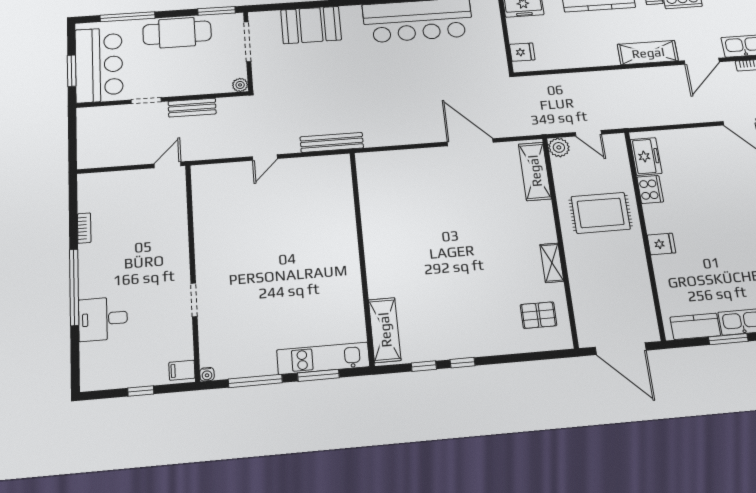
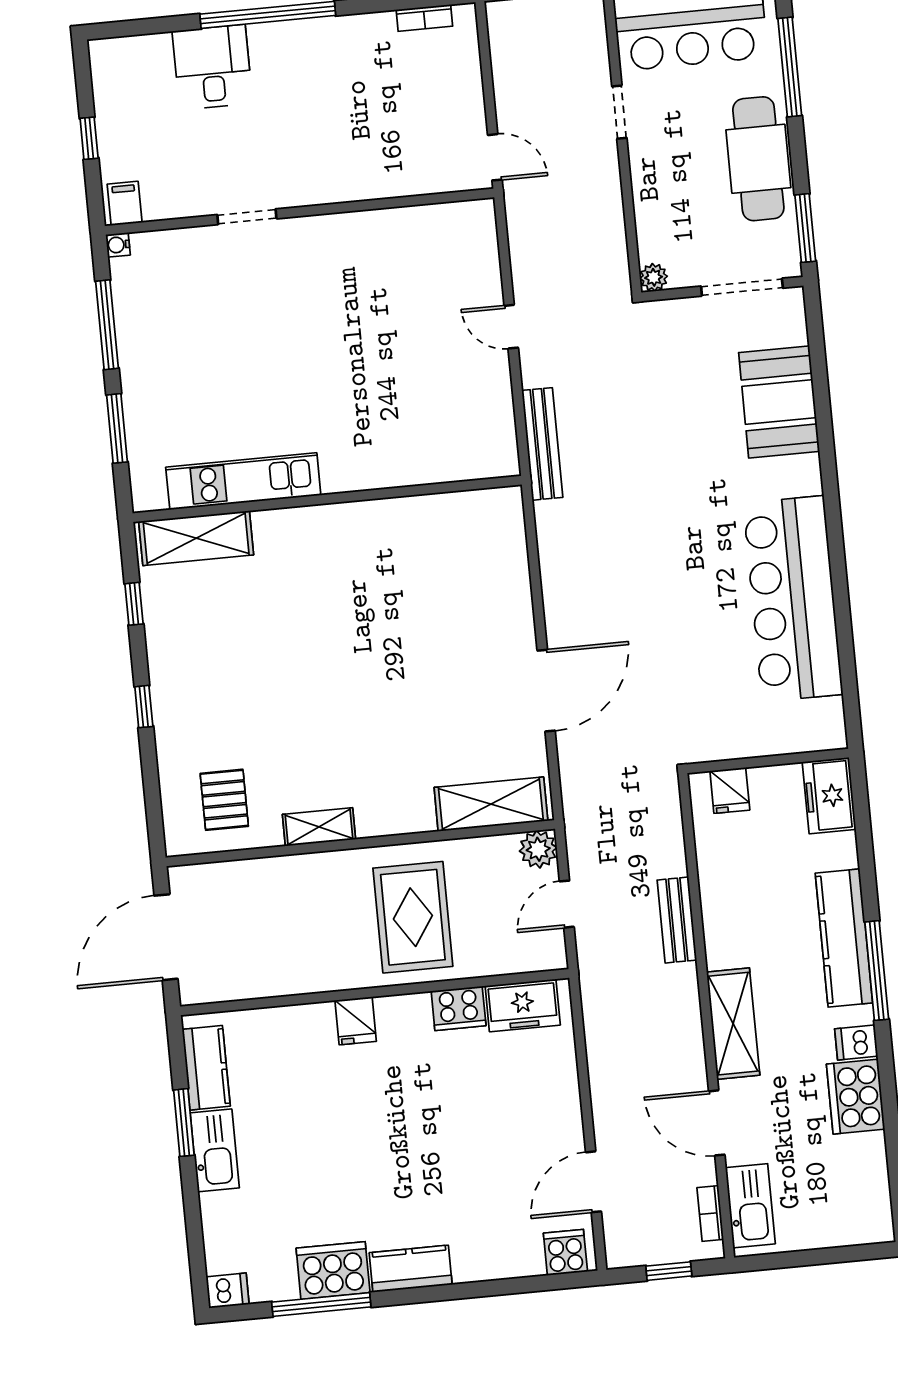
bench: (192, 108) -> (677, 920), moved
bookcase: (84, 228) -> (424, 18), moved
kitchen unit: (323, 358) -> (243, 481), moved, turned -90
window: (463, 363) -> (144, 707), moved

